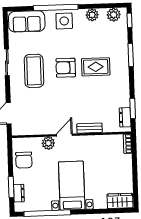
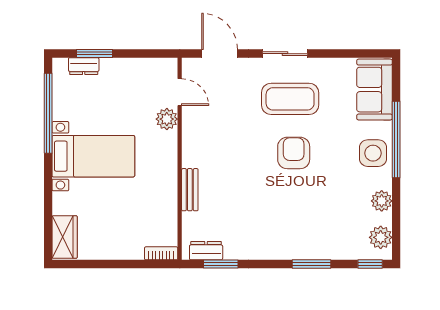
sliding door: (7, 62) -> (285, 54), moved
rug: (96, 67) -> (293, 204), removed
door: (64, 135) -> (180, 92), moved
chair: (24, 160) -> (140, 76), removed

